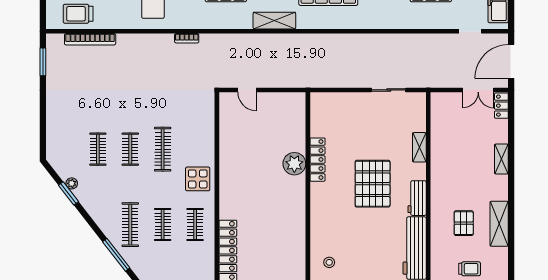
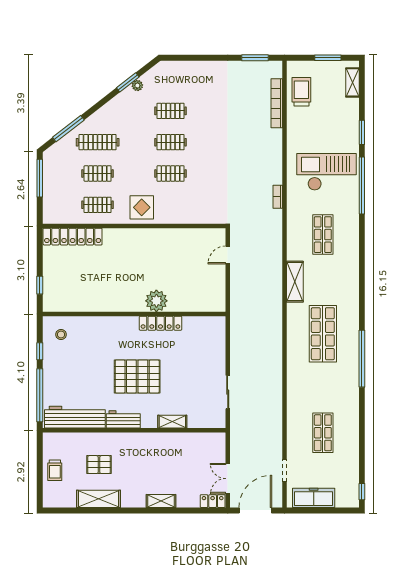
door: (511, 61) -> (255, 510), hinge flipped
clothes rail: (163, 149) -> (171, 174), width x0.73

